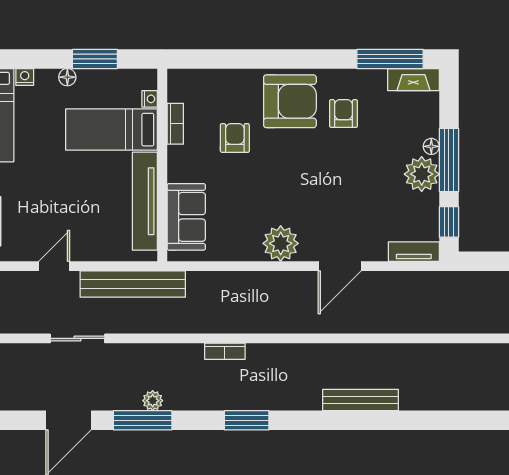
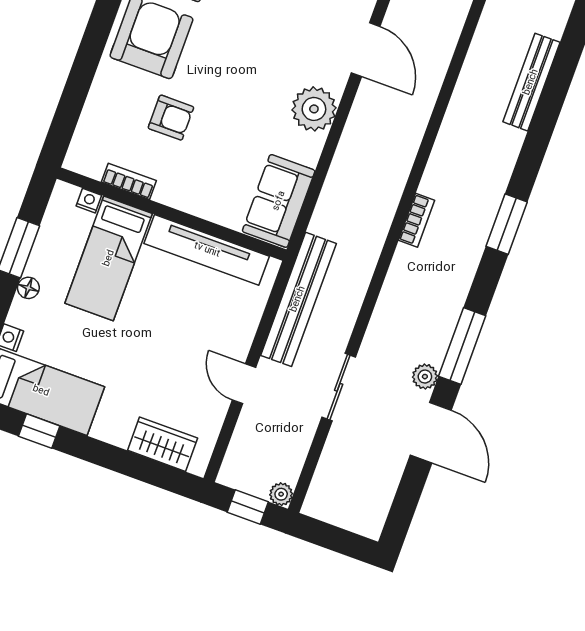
armchair: (235, 138) -> (171, 118), turned 180
sofa: (186, 217) -> (279, 201), moved, turned -90
plant: (153, 401) -> (425, 377), moved

